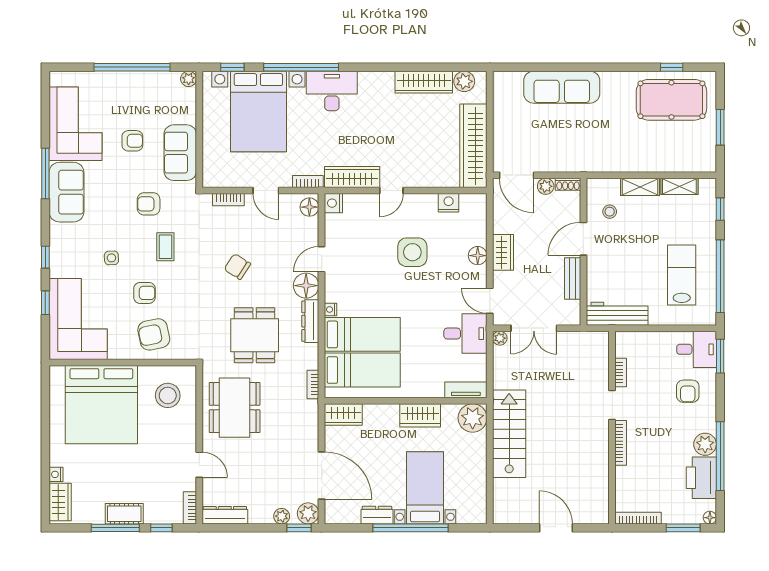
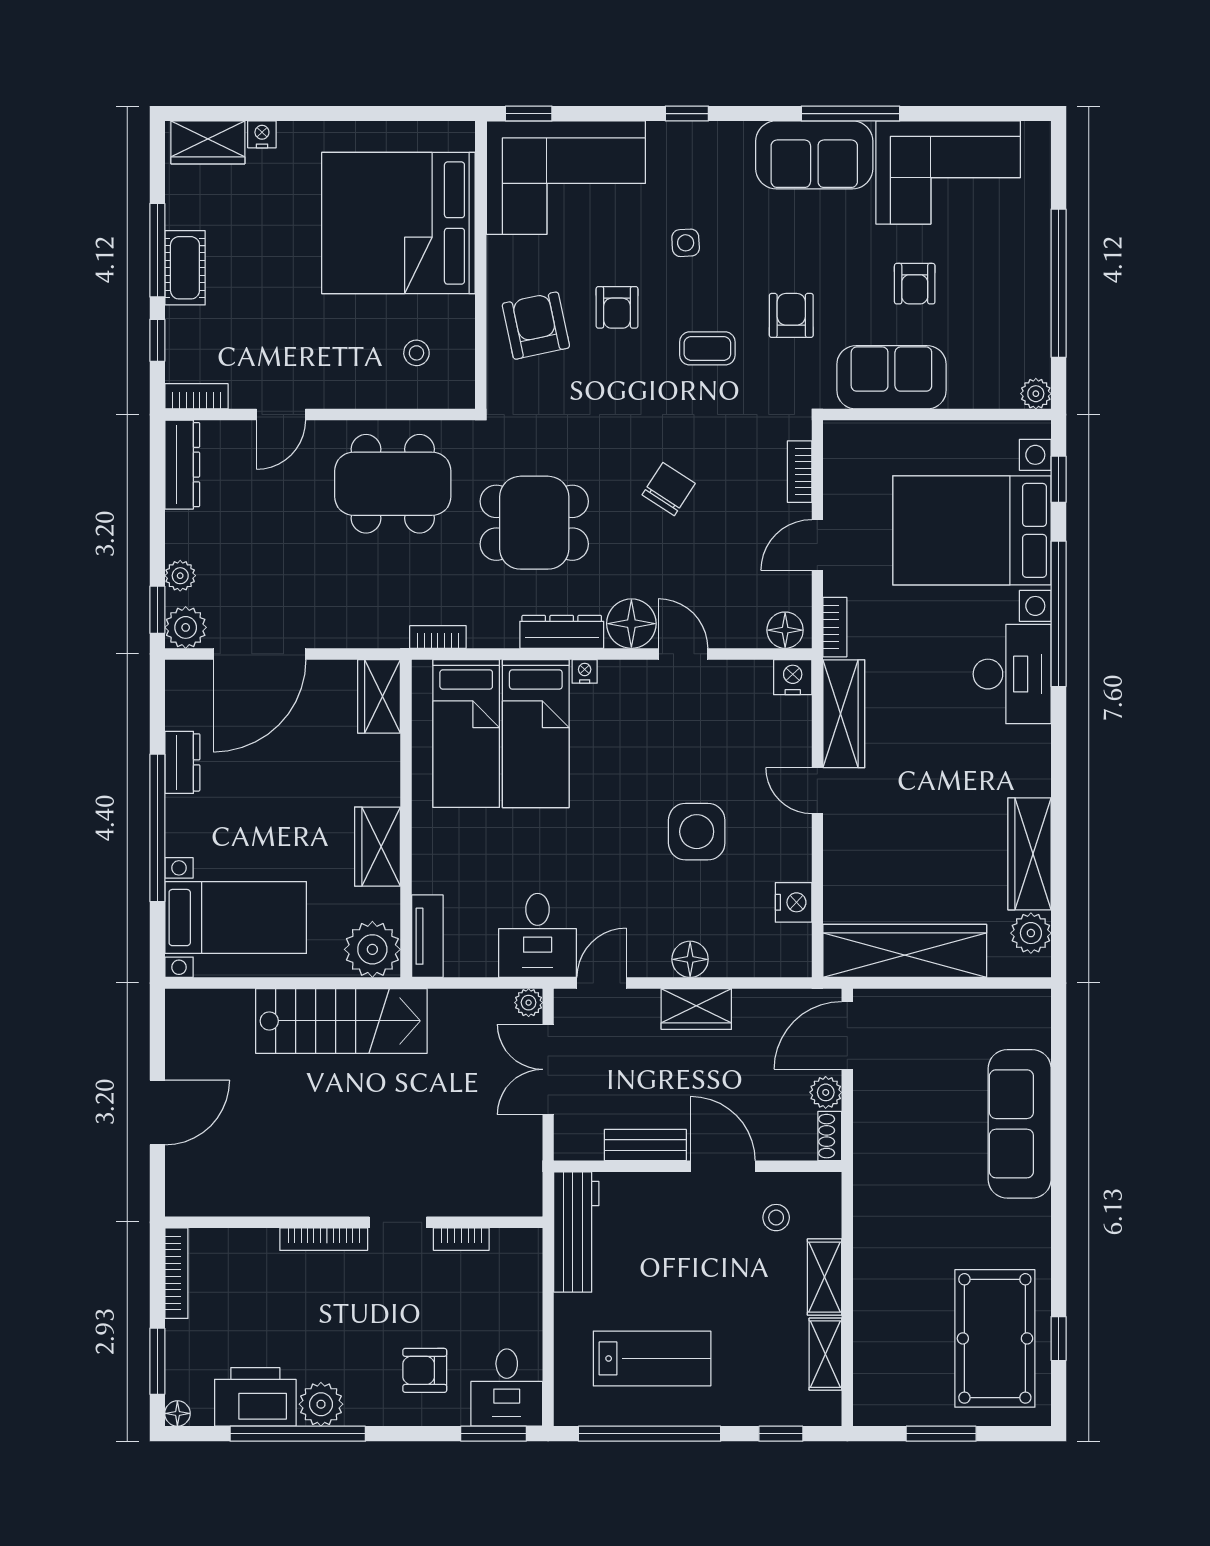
window: (45, 303) -> (529, 114), moved
stool: (168, 395) -> (416, 353), width x0.53, depth x0.53
bed with nightstands: (425, 488) -> (236, 918), moved

